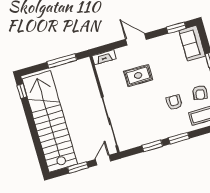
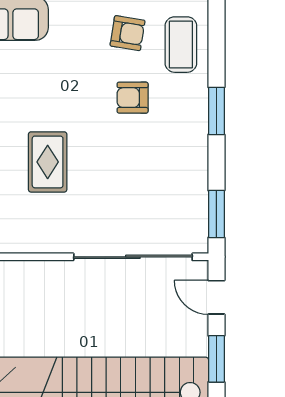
window: (152, 146) -> (216, 214), moved

